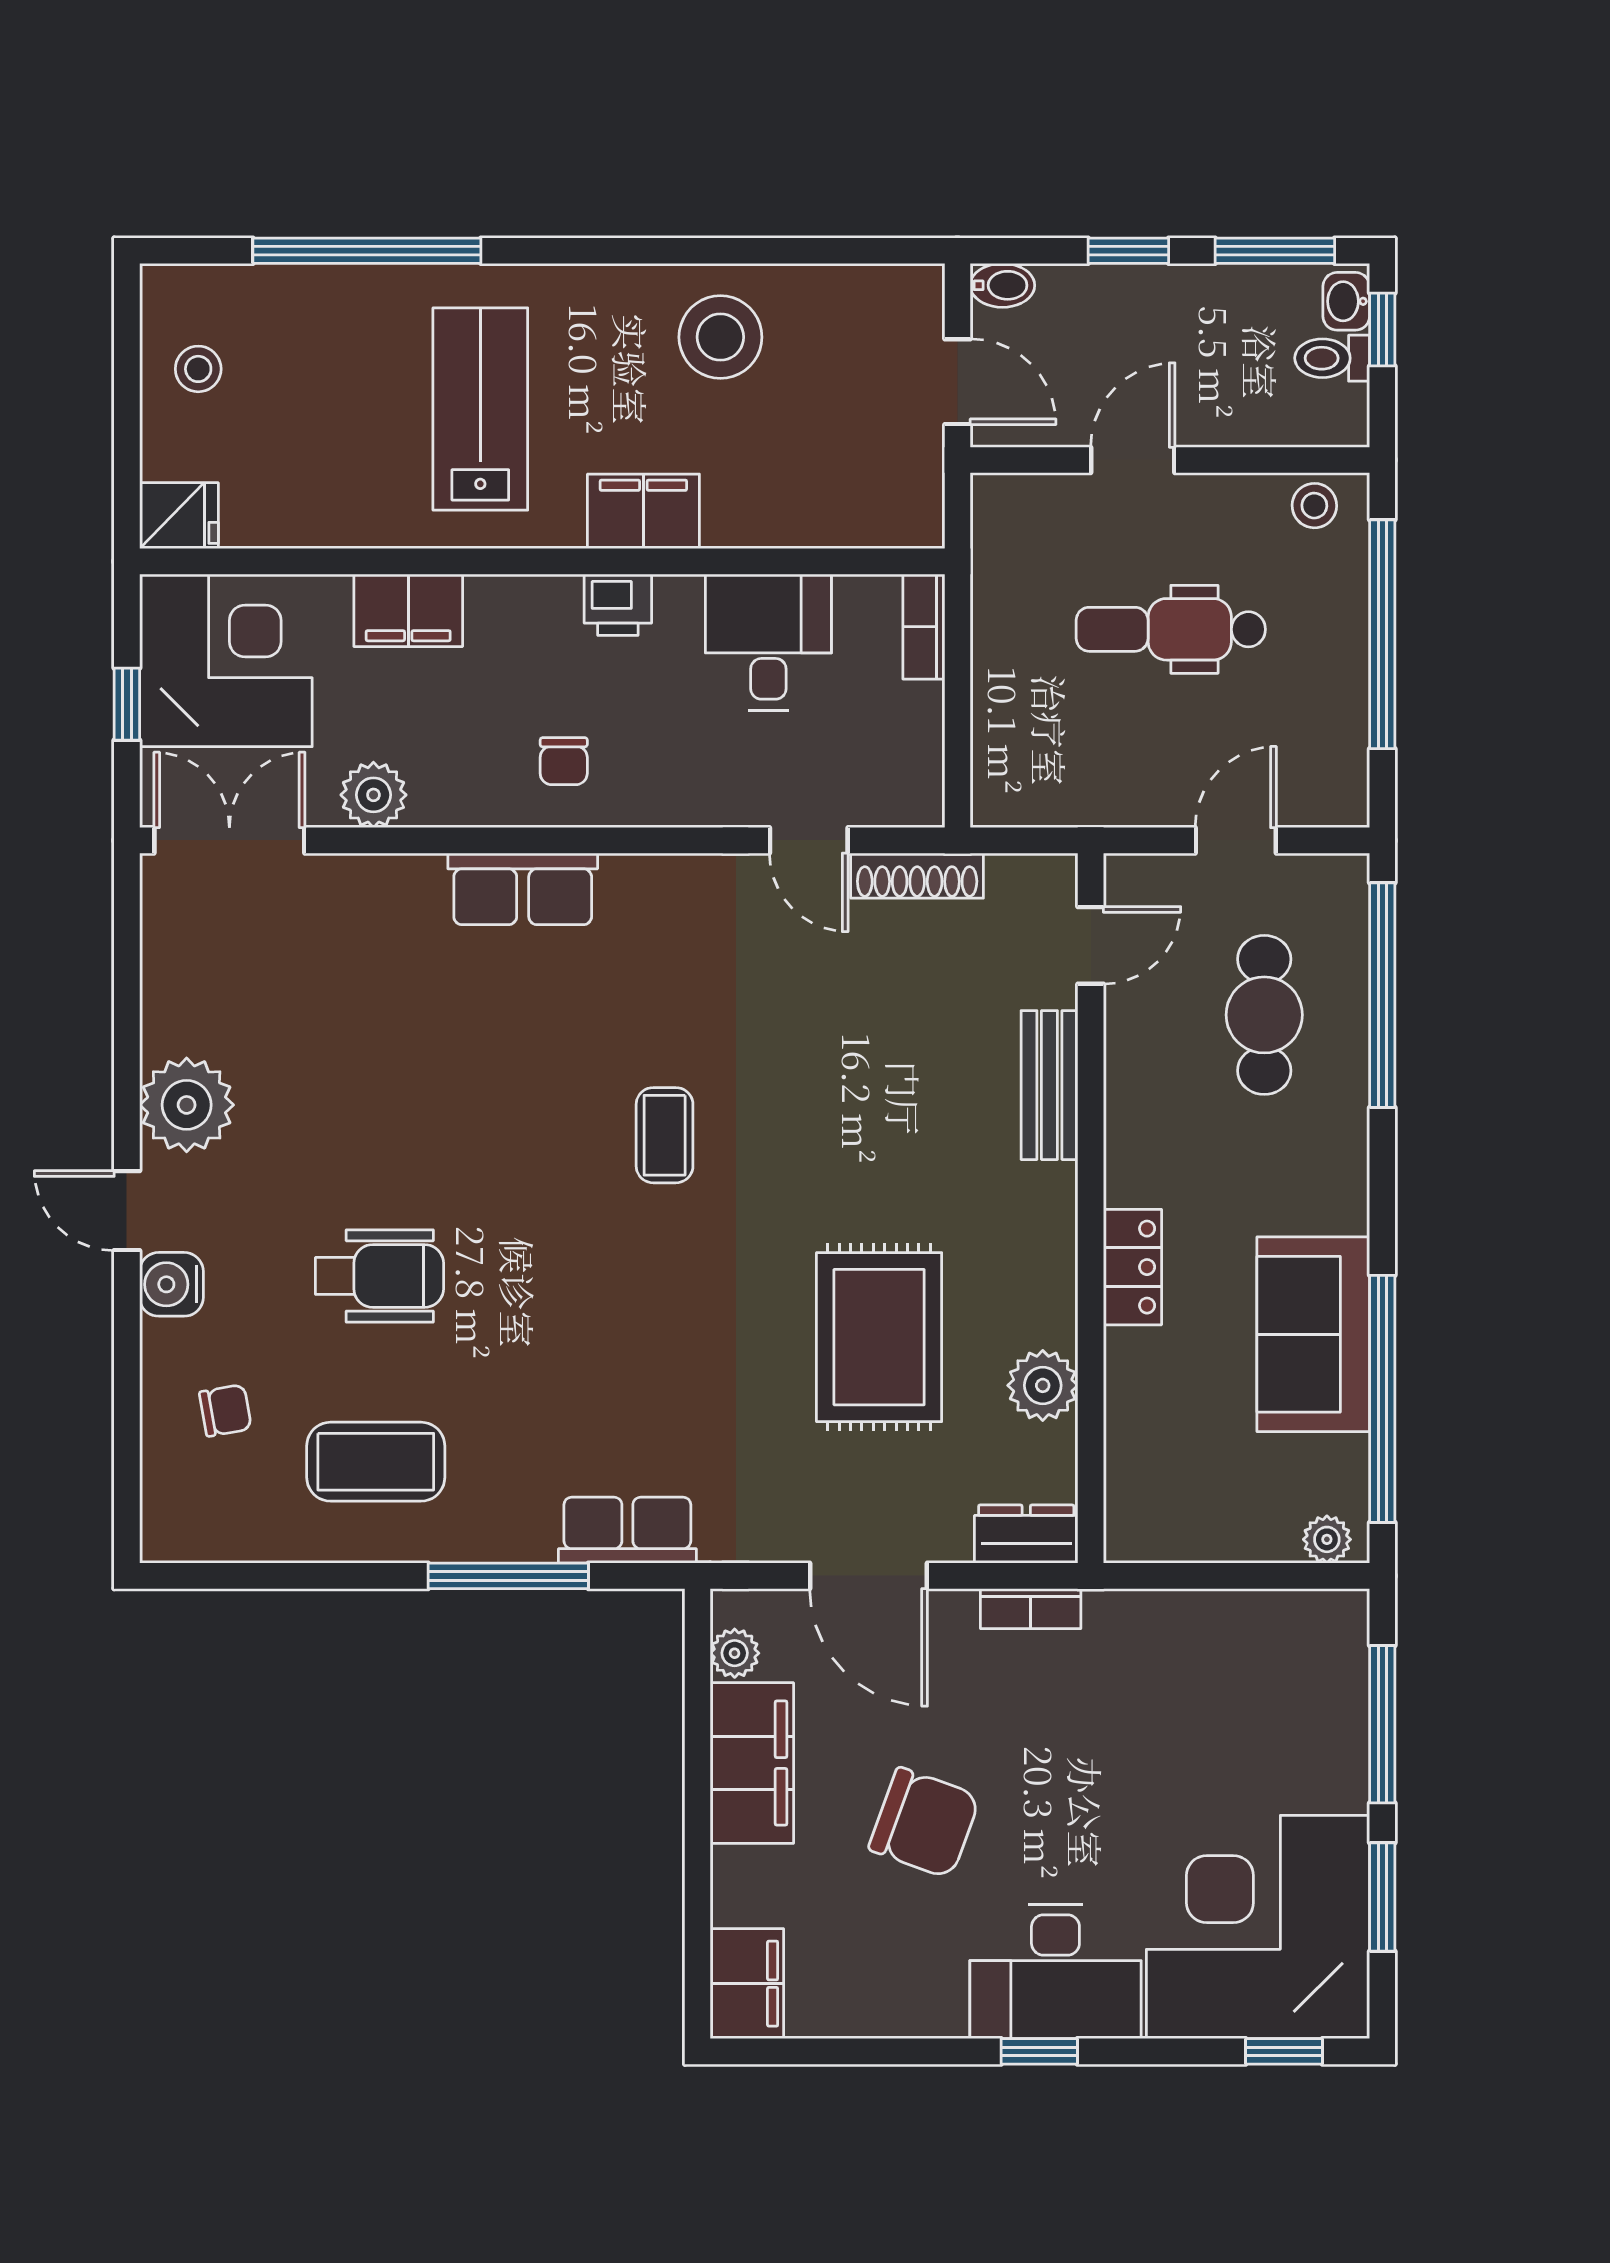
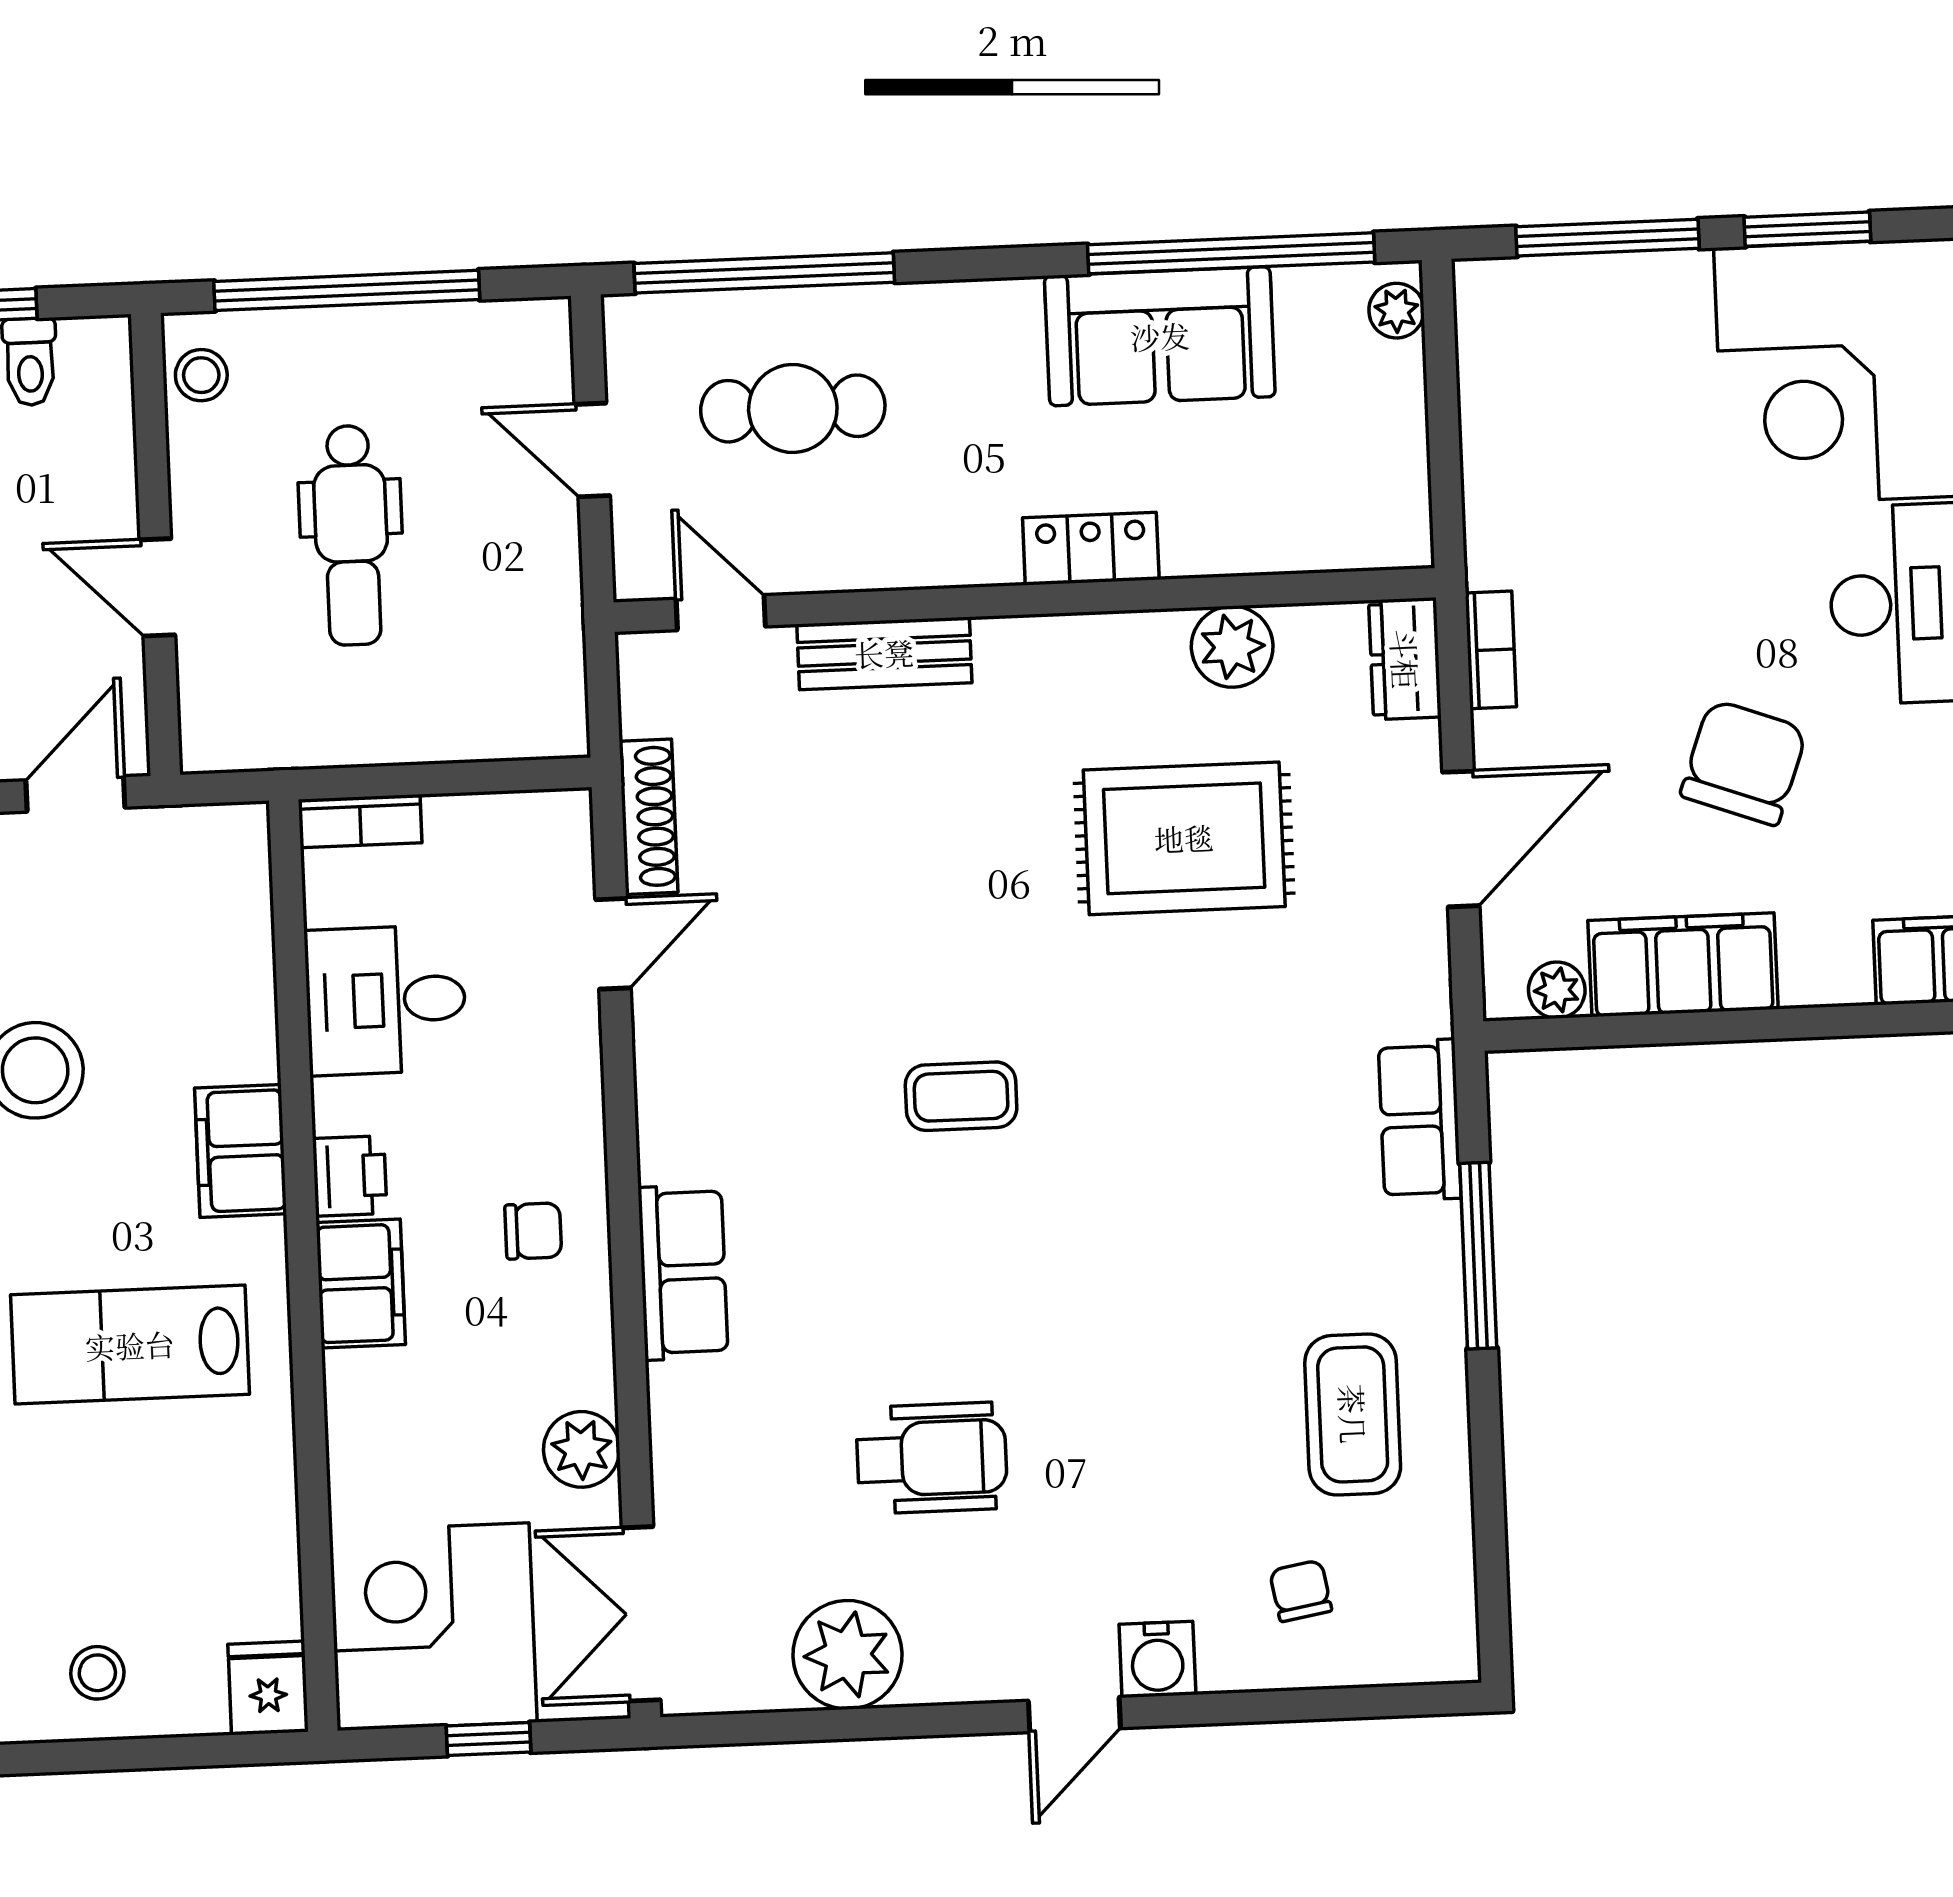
filing cabinet: (408, 610) -> (361, 1283), moved
plant: (187, 1105) -> (848, 1655), moved
wheelchair: (379, 1276) -> (932, 1458), moved, turned 90

